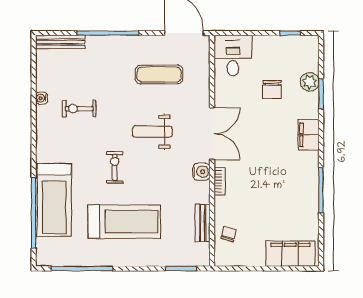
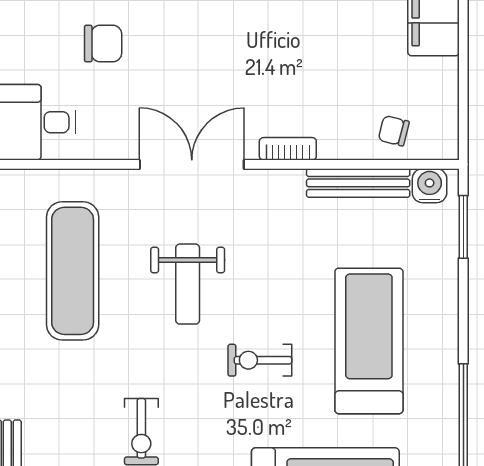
exercise mat: (159, 74) -> (73, 271), width x1.36, depth x1.45
water cooler: (201, 172) -> (430, 186), moved
bench: (203, 223) -> (358, 183), width x1.36

